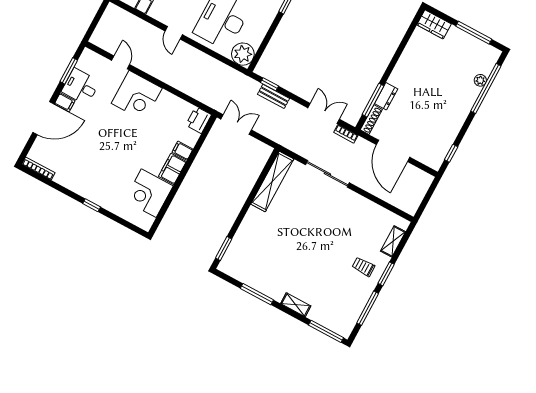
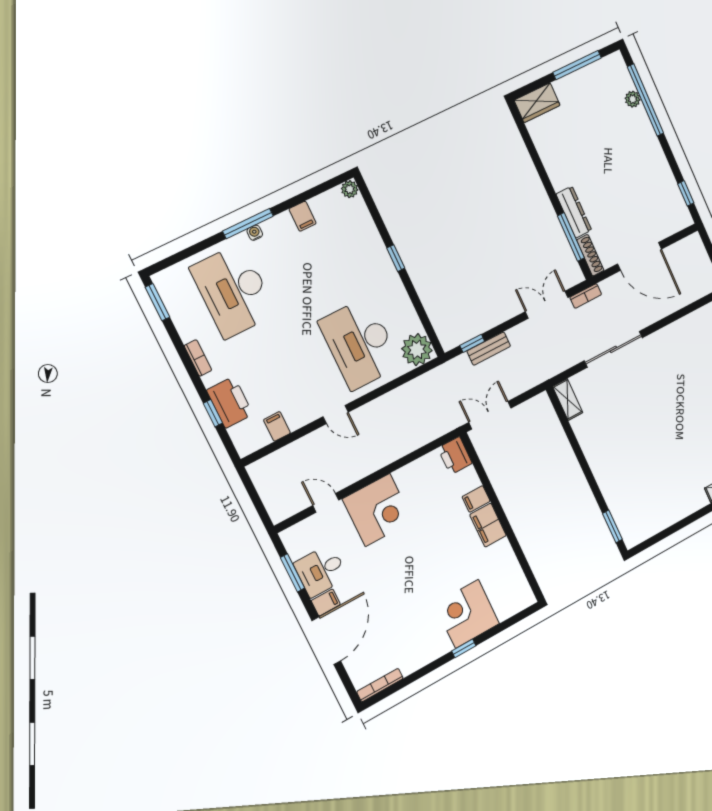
dresser: (386, 96) -> (574, 212), width x1.44
shelving: (272, 182) -> (568, 399), width x0.45, depth x0.75
corner desk: (149, 193) -> (467, 614), moved, turned 90
window: (257, 294) -> (684, 523), removed

